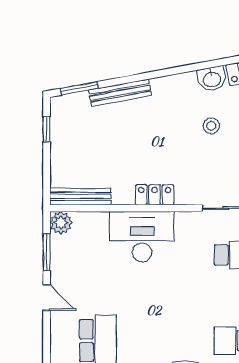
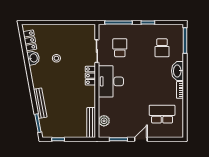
locker: (155, 195) -> (90, 76), moved
plant: (61, 223) -> (104, 121), moved
desk: (142, 237) -> (111, 81), moved

